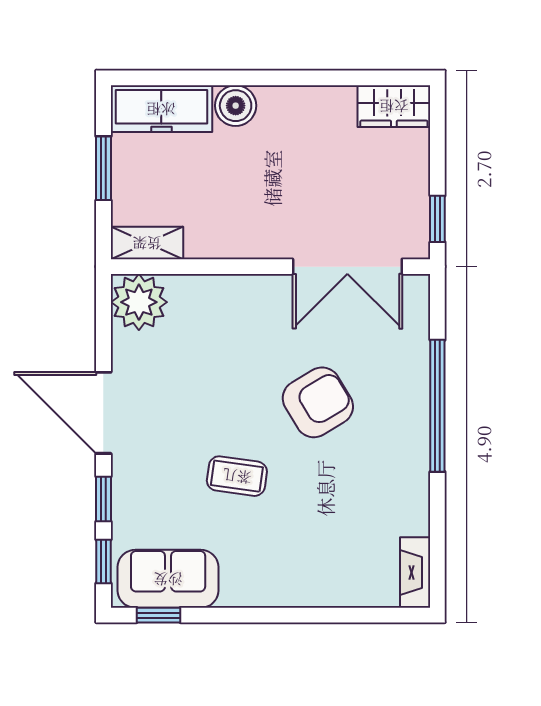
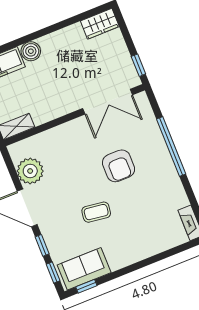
plant: (139, 302) -> (30, 171), moved
armchair: (318, 402) -> (119, 166), turned 121

